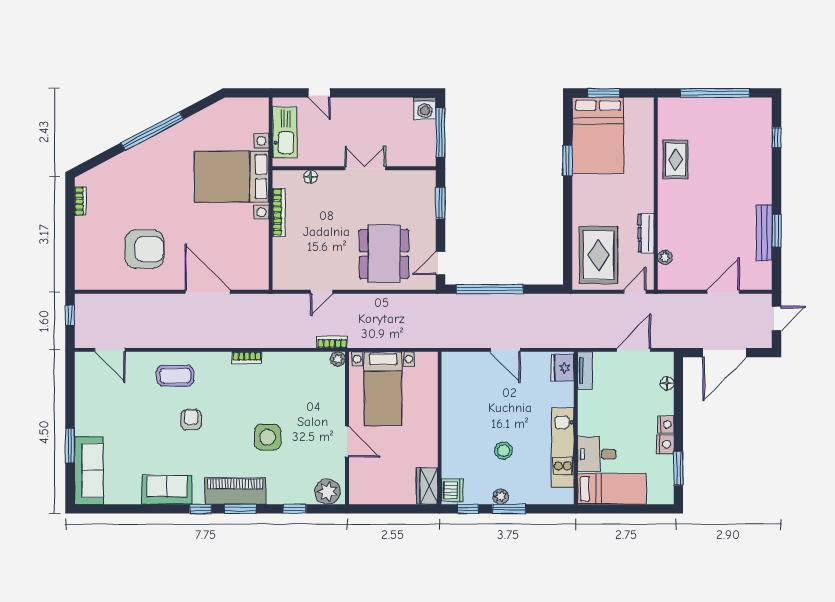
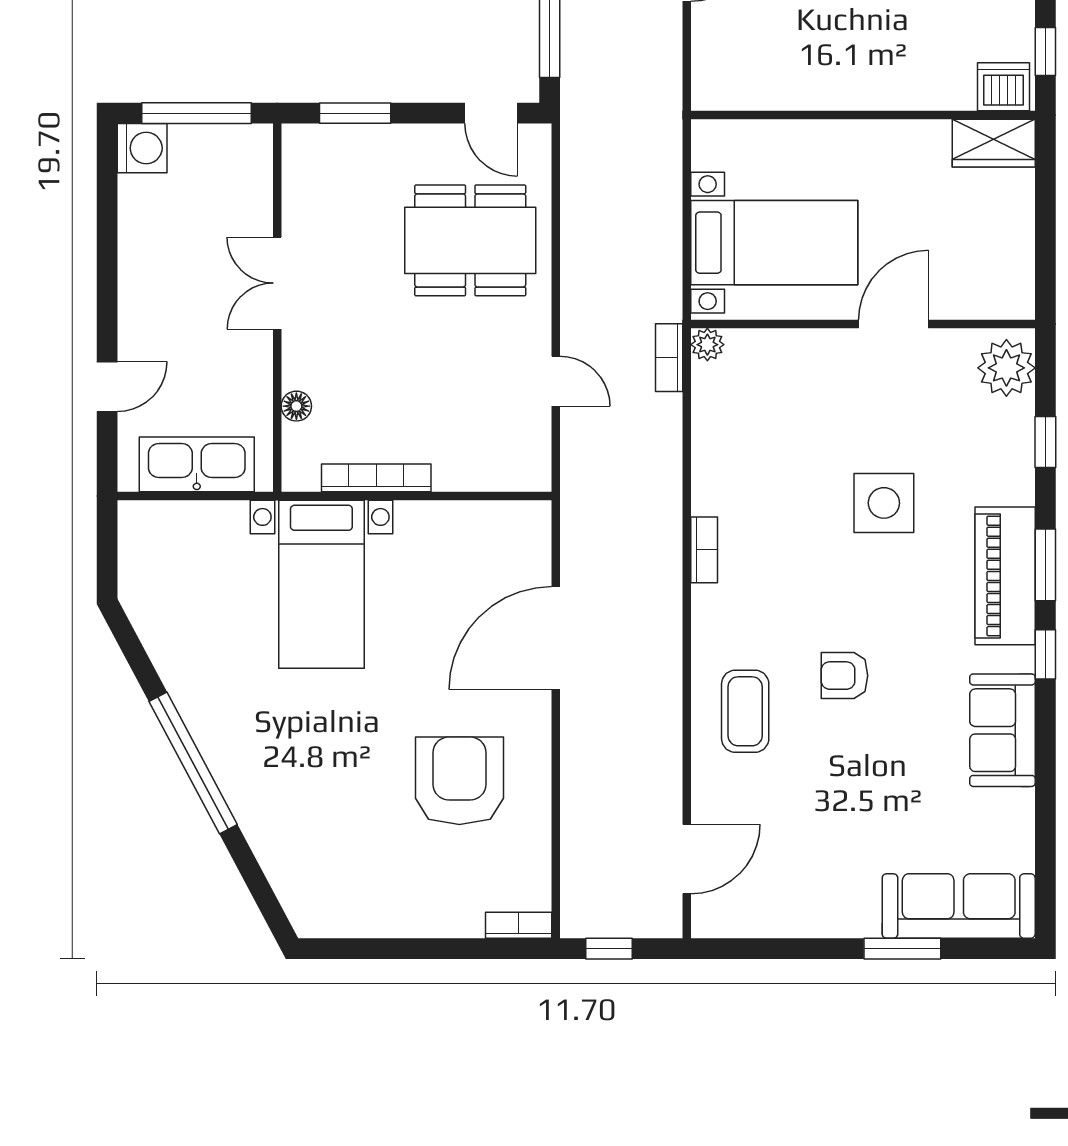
bed with nightstands: (232, 176) -> (321, 584), width x0.73
bookcase: (80, 201) -> (519, 925), moved

